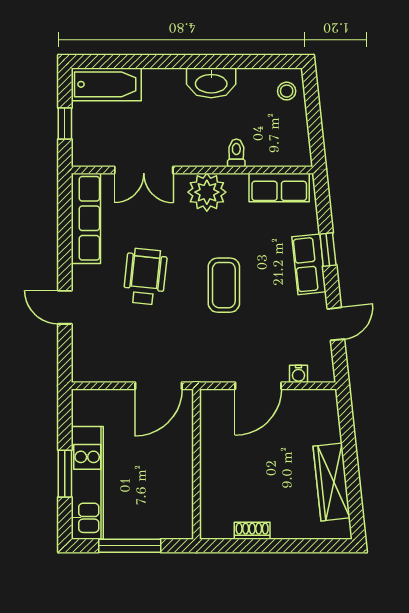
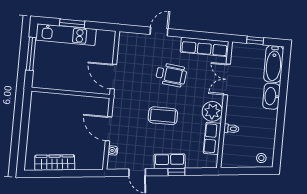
washbasin: (211, 83) -> (271, 96), moved
row of seats: (279, 187) -> (212, 138), moved
shoe rack: (252, 531) -> (33, 119), removed

